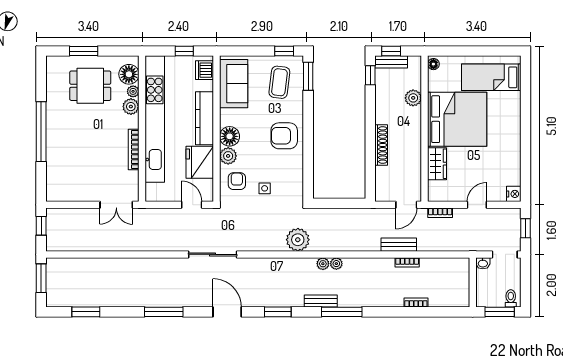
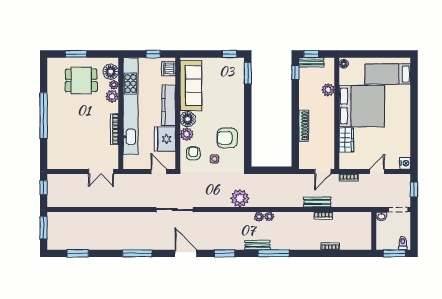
coffee table: (279, 82) -> (226, 78), removed
sofa: (234, 84) -> (191, 85), width x1.36
armchair: (284, 136) -> (227, 138), moved

